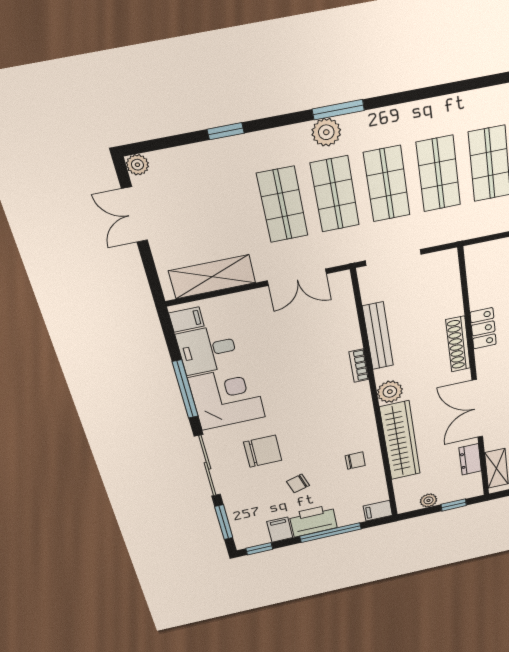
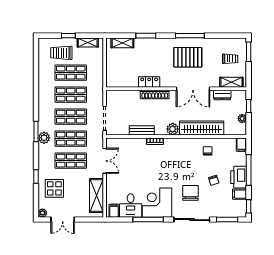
display table: (206, 181) -> (54, 188), added
bench: (378, 336) -> (142, 130), width x0.73

